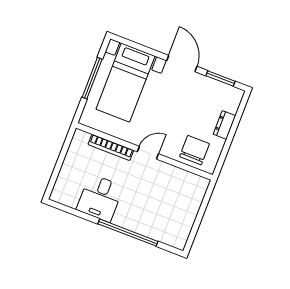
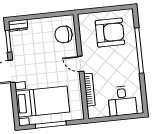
dresser: (224, 125) -> (18, 25), moved
desk: (100, 198) -> (122, 101), moved, turned 90
armchair: (168, 208) -> (110, 32), added

